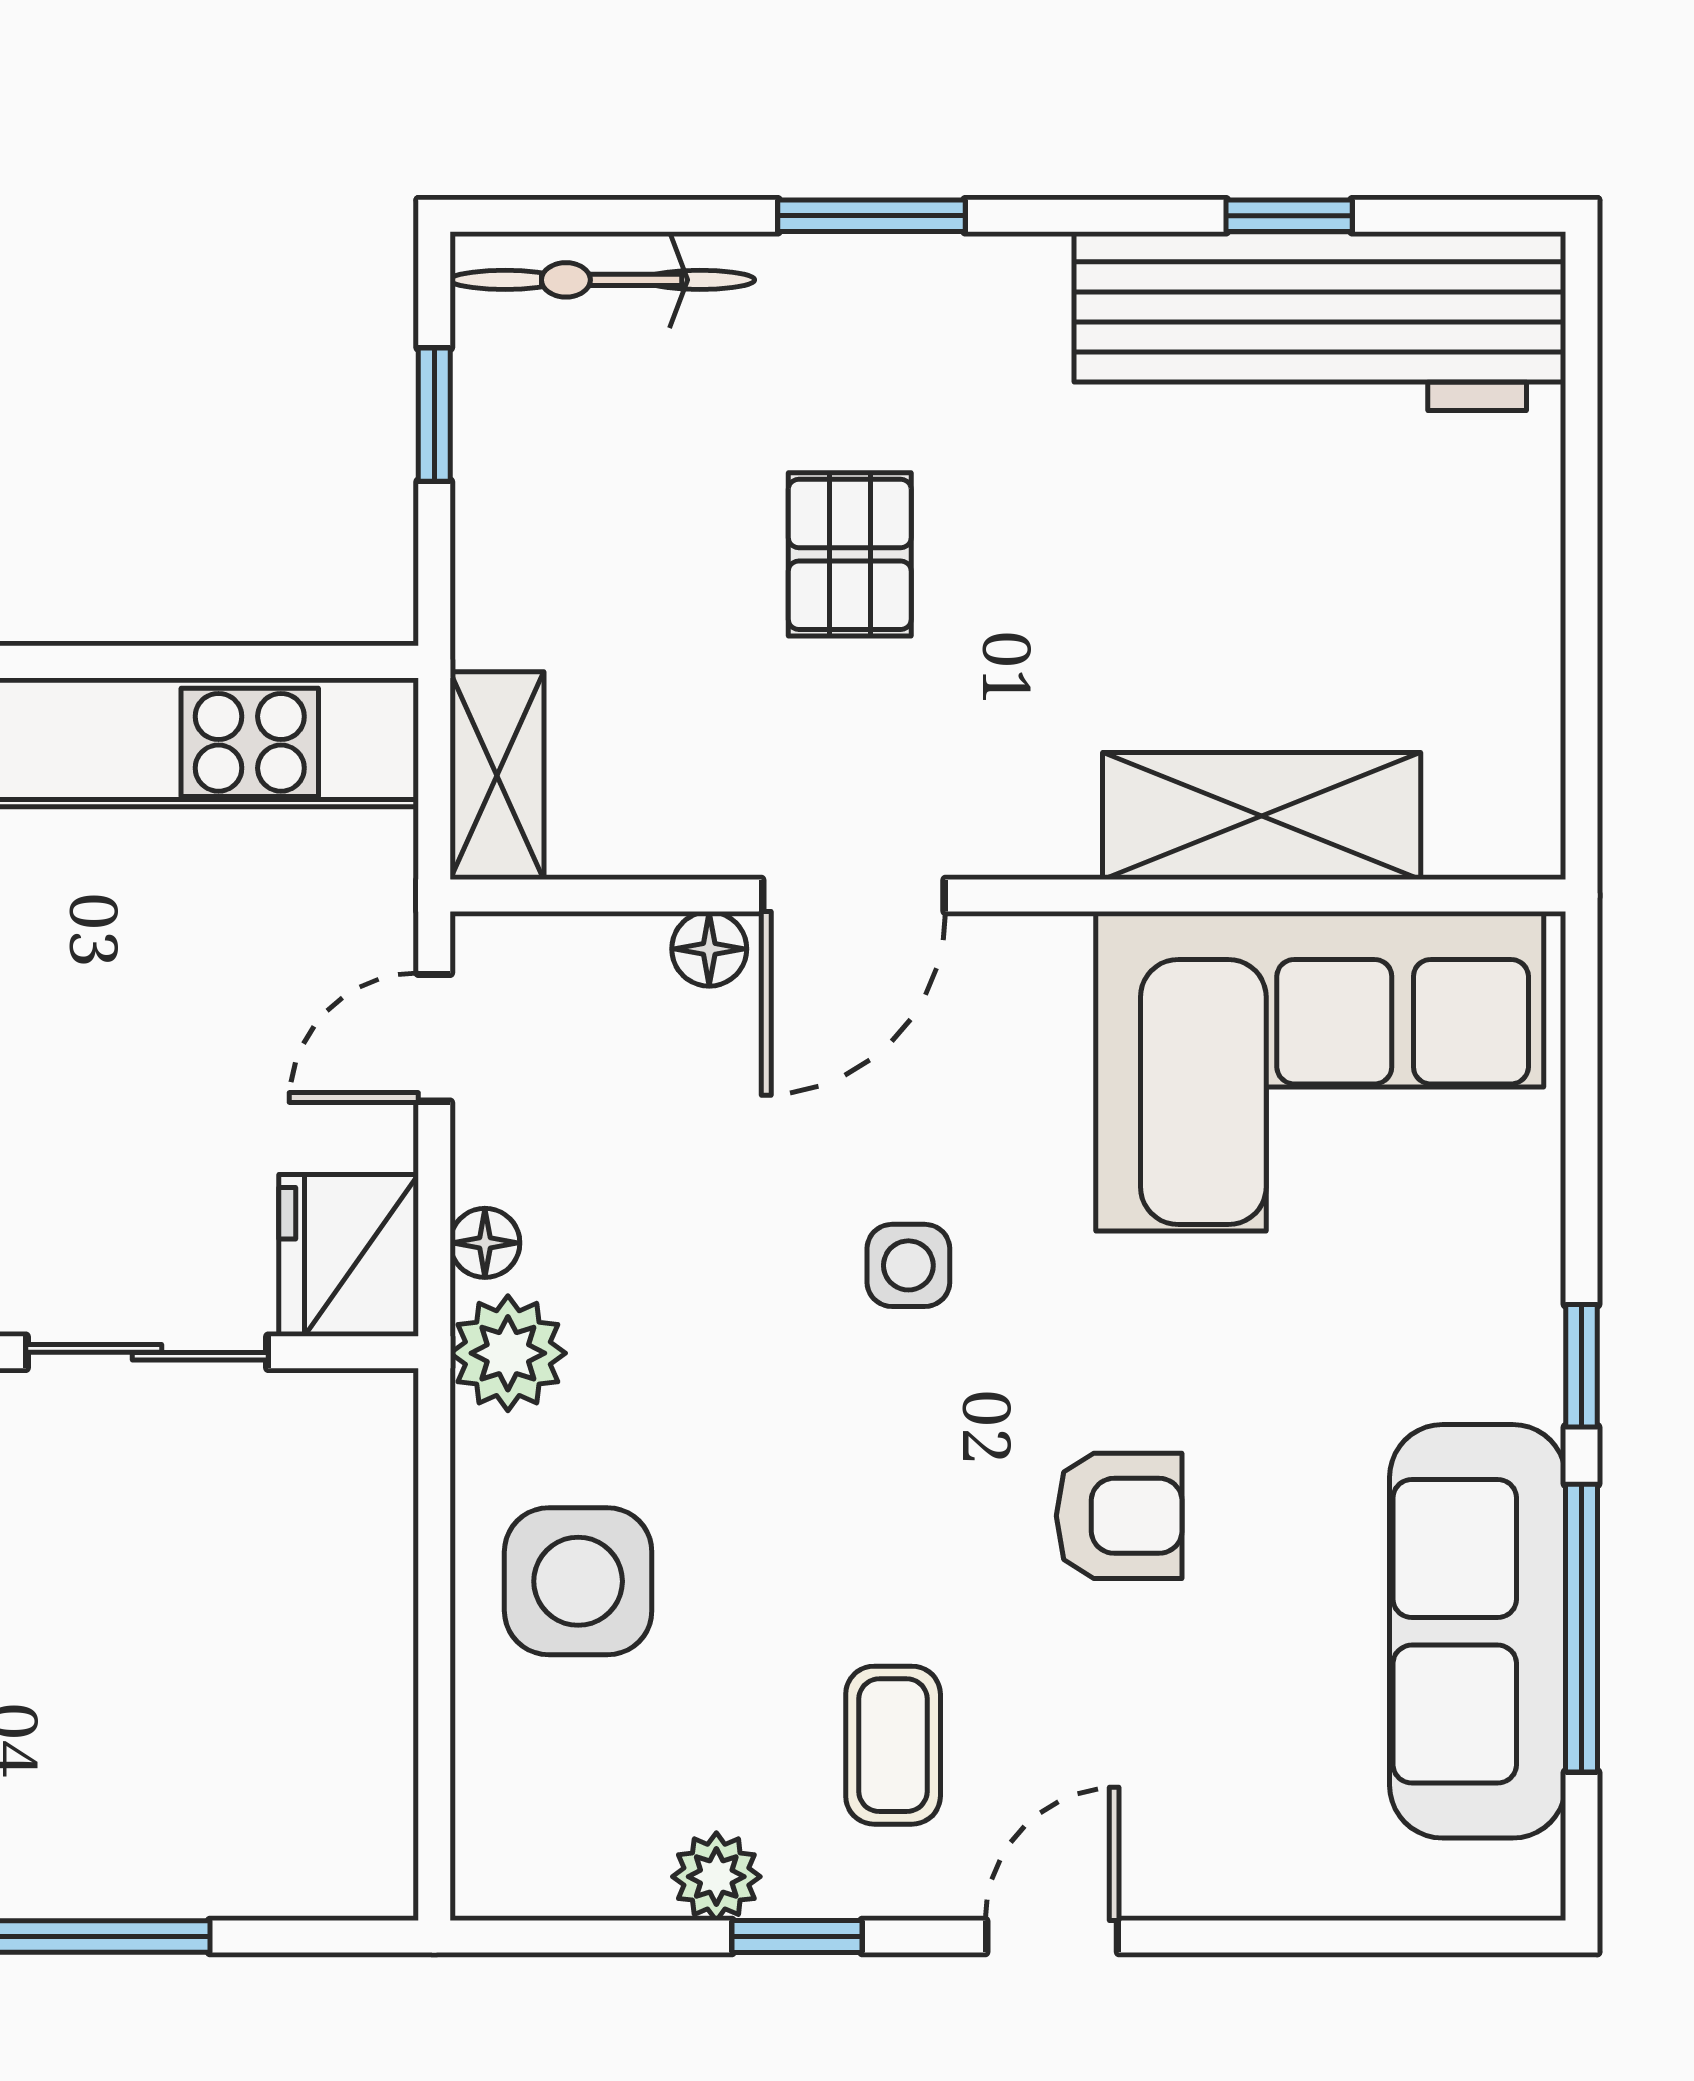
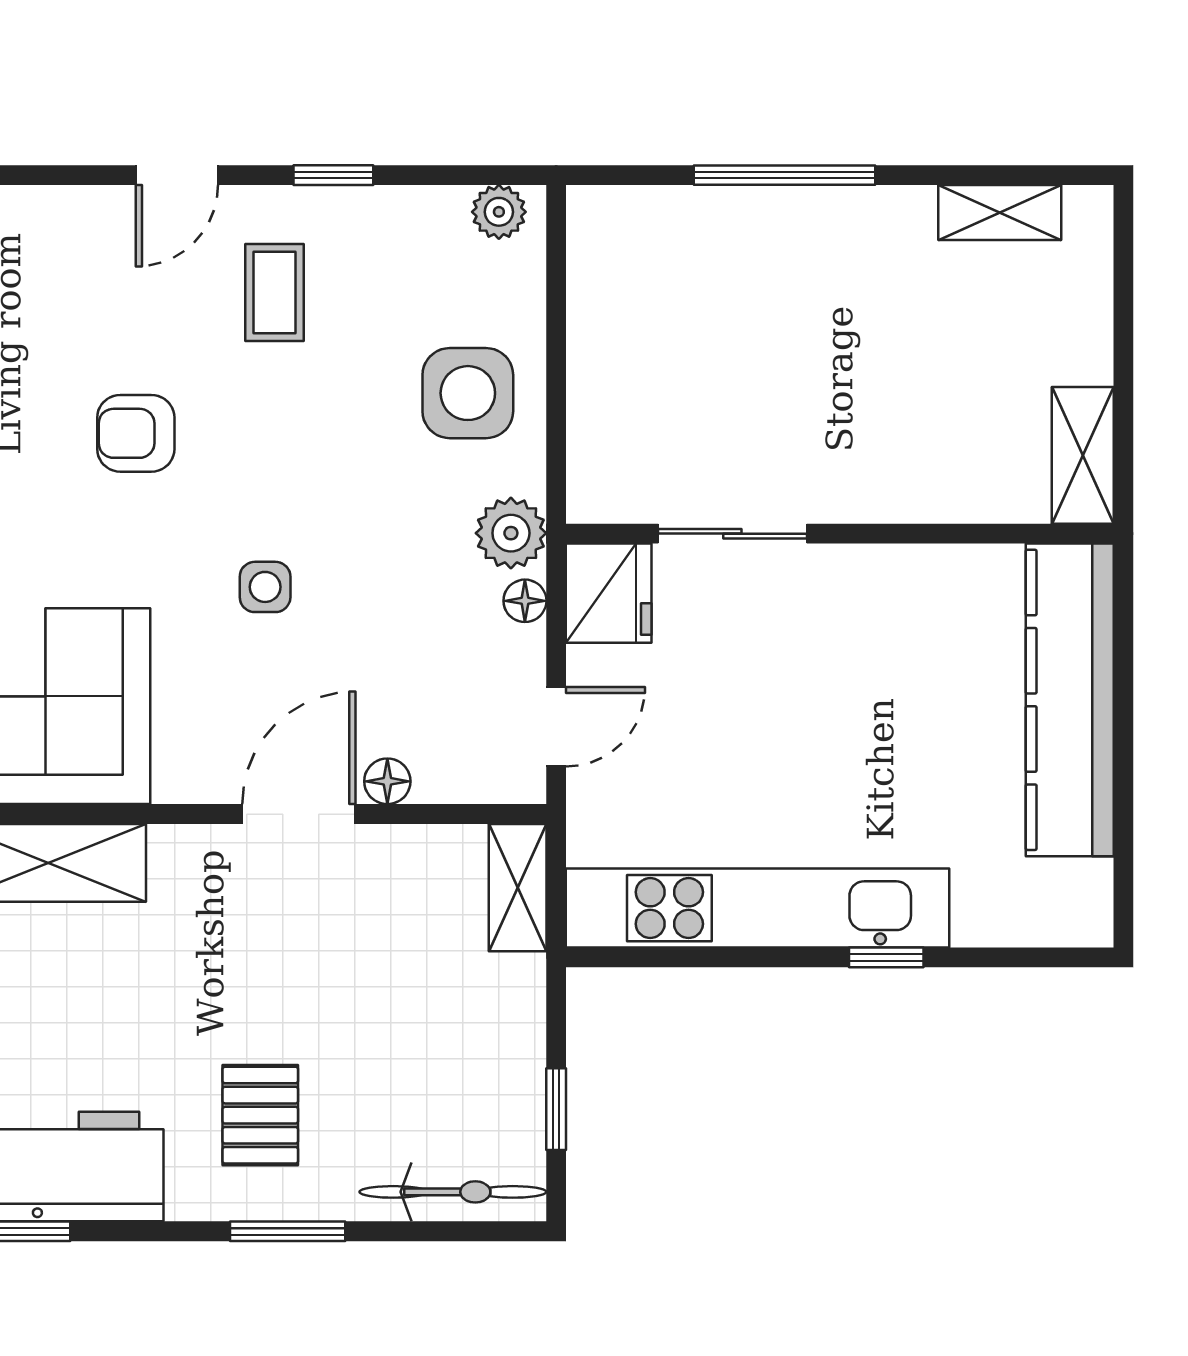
pallet: (850, 554) -> (260, 1115), moved
plant: (716, 1877) -> (499, 212), moved

